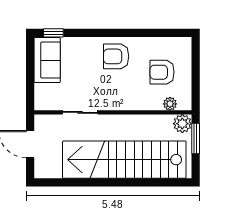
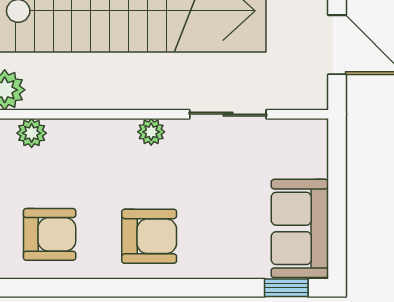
armchair: (162, 72) -> (50, 234), moved
plant: (115, 104) -> (151, 132), added

